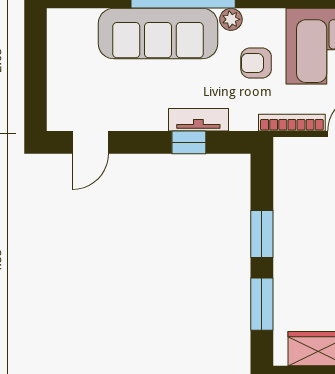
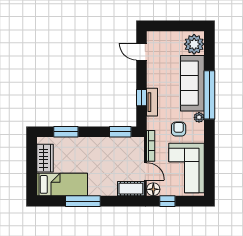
plant: (75, 30) -> (194, 44), added
window: (262, 234) -> (120, 132), moved

